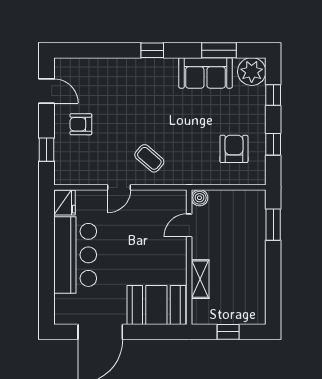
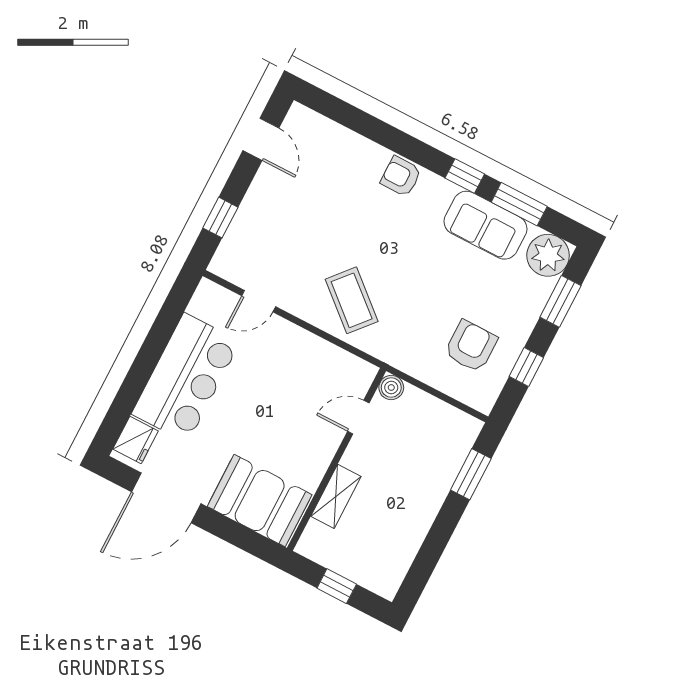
window: (152, 50) -> (465, 176), moved
window: (273, 95) -> (560, 301), width x1.50
armchair: (81, 124) -> (401, 176), moved
coffee table: (149, 158) -> (352, 300), width x1.36, depth x1.30
door: (119, 187) -> (259, 301), moved
fridge: (64, 203) -> (136, 440), moved

